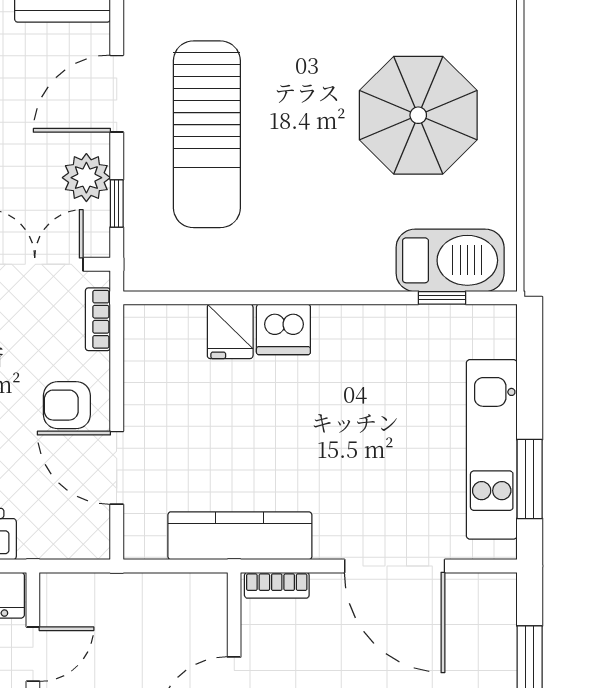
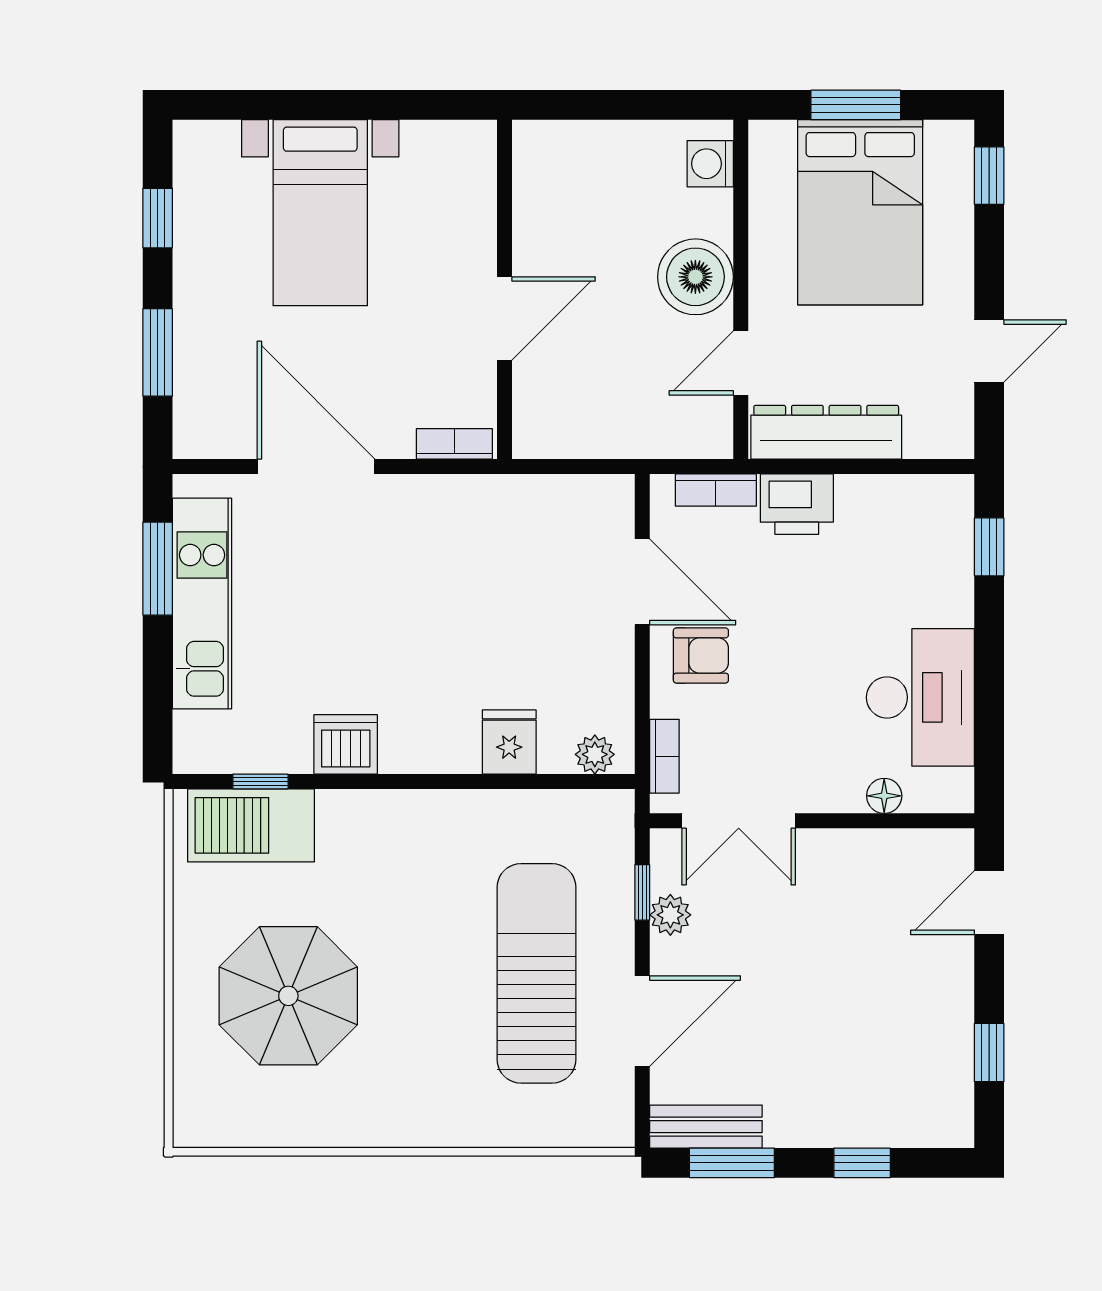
plant: (86, 178) -> (670, 915), width x0.73, depth x0.73
plant: (157, 321) -> (595, 754), added
dishwasher: (283, 329) -> (346, 744), moved
kitchen counter: (240, 536) -> (498, 502), removed
bookcase: (54, 546) -> (716, 490), added

